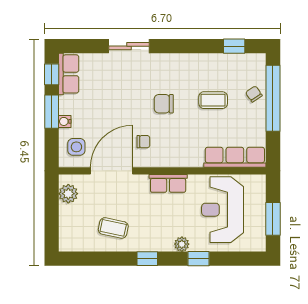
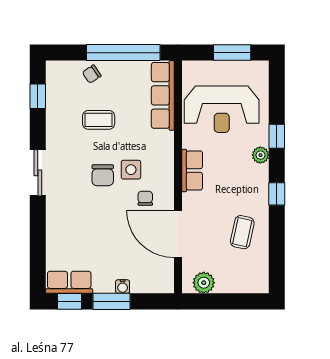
sliding door: (129, 46) -> (38, 173), moved
window: (273, 98) -> (123, 53), moved
coffee table: (213, 100) -> (99, 120), turned 90
side table: (76, 147) -> (131, 170), moved

